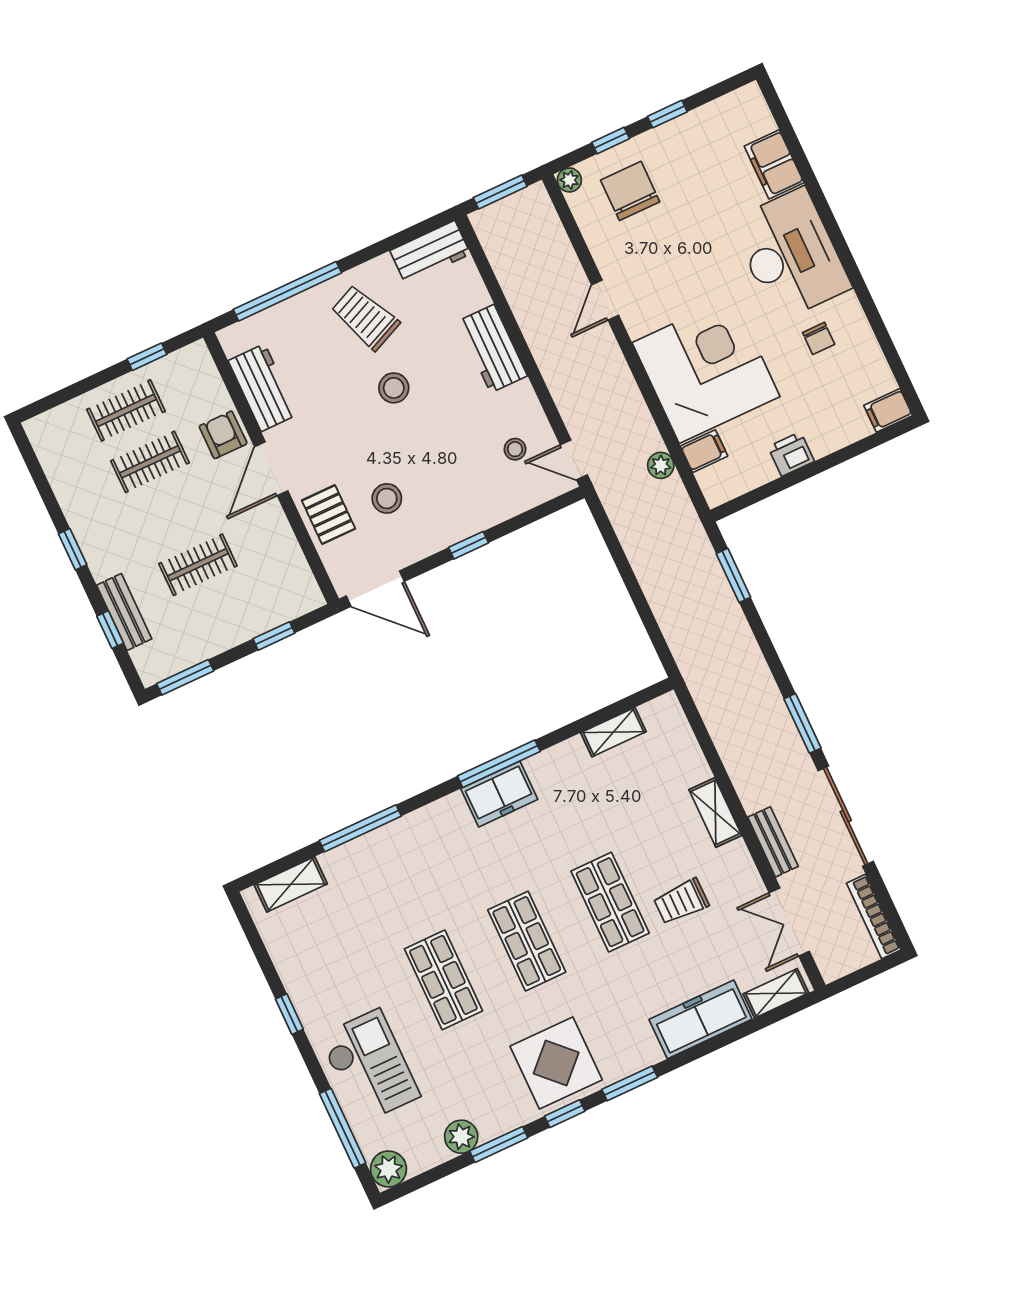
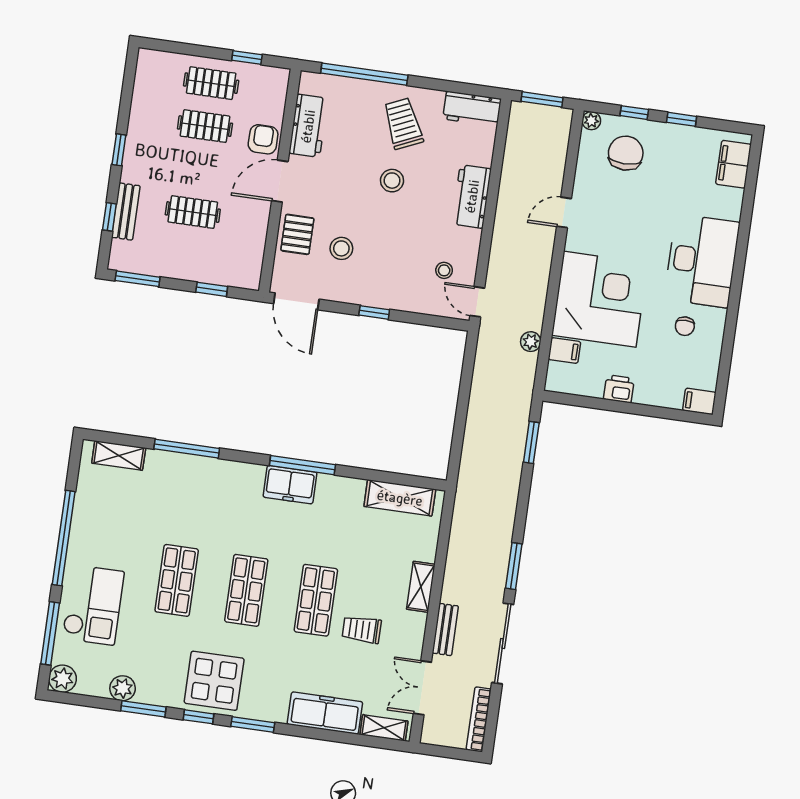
filing cabinet: (774, 164) -> (734, 164), moved
shelving: (613, 732) -> (400, 498), width x1.50, depth x1.33
window: (289, 1014) -> (64, 538), width x3.17

